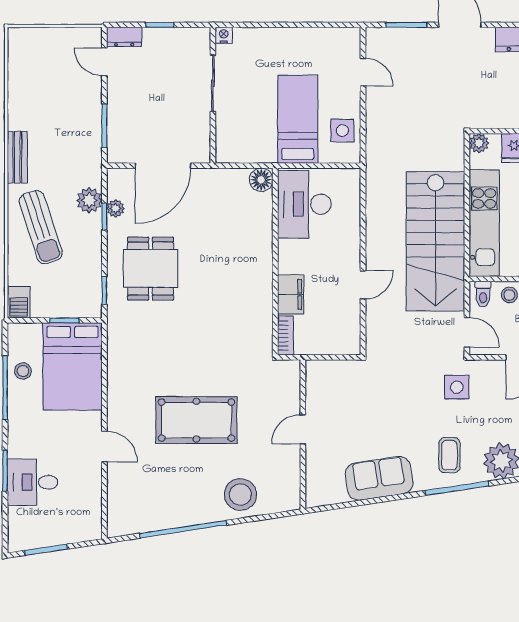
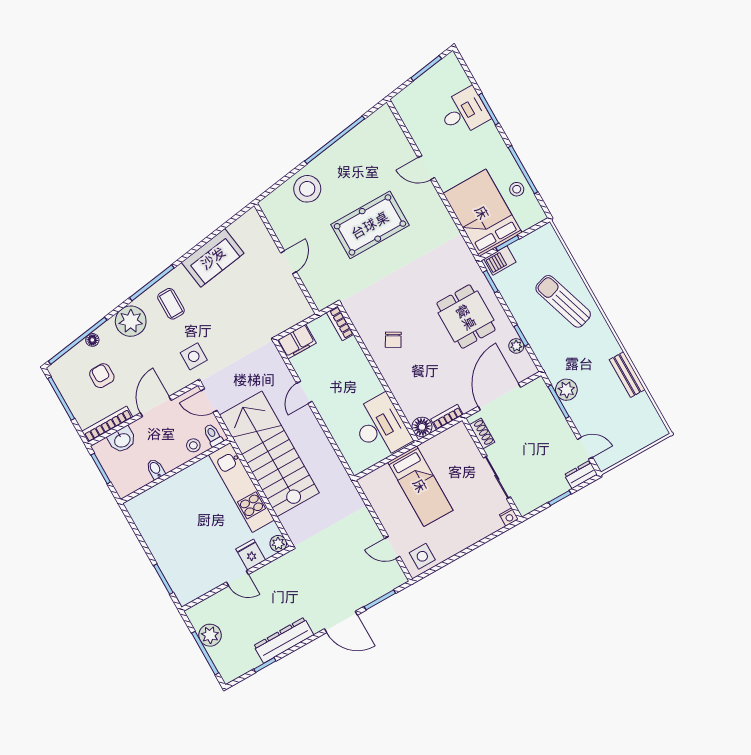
side table: (342, 131) -> (422, 556), moved
shoe rack: (202, 138) -> (482, 433), added
bench: (17, 157) -> (627, 375), moved
bookcase: (229, 175) -> (447, 417), added
plant: (89, 200) -> (566, 390), moved
chair: (240, 287) -> (393, 340), added
filing cabinet: (291, 294) -> (297, 342), moved, turned -90
barbecue: (19, 302) -> (500, 261), moved, turned -90

